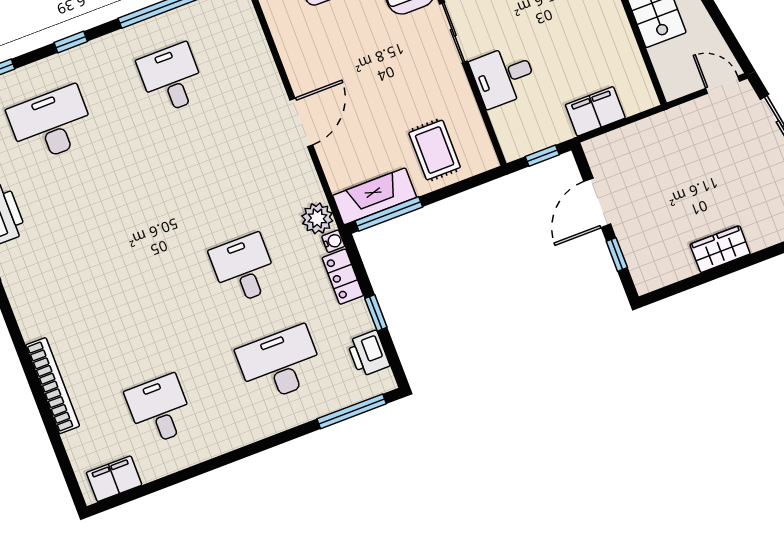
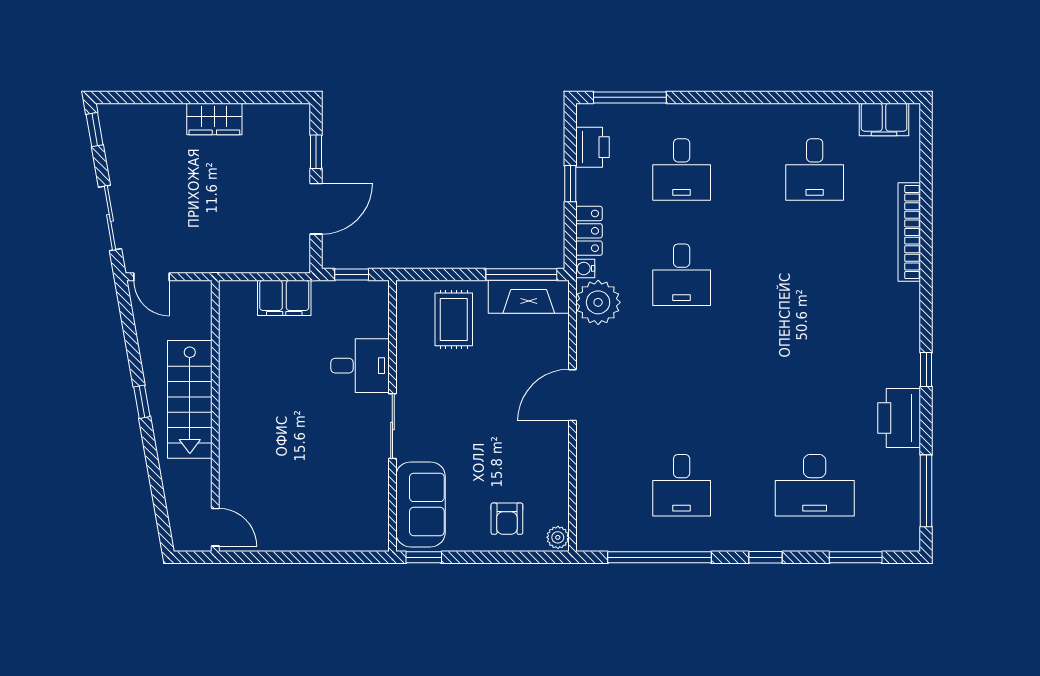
plant: (317, 218) -> (598, 302), width x1.36, depth x1.36
desk: (280, 364) -> (682, 169), width x0.73

